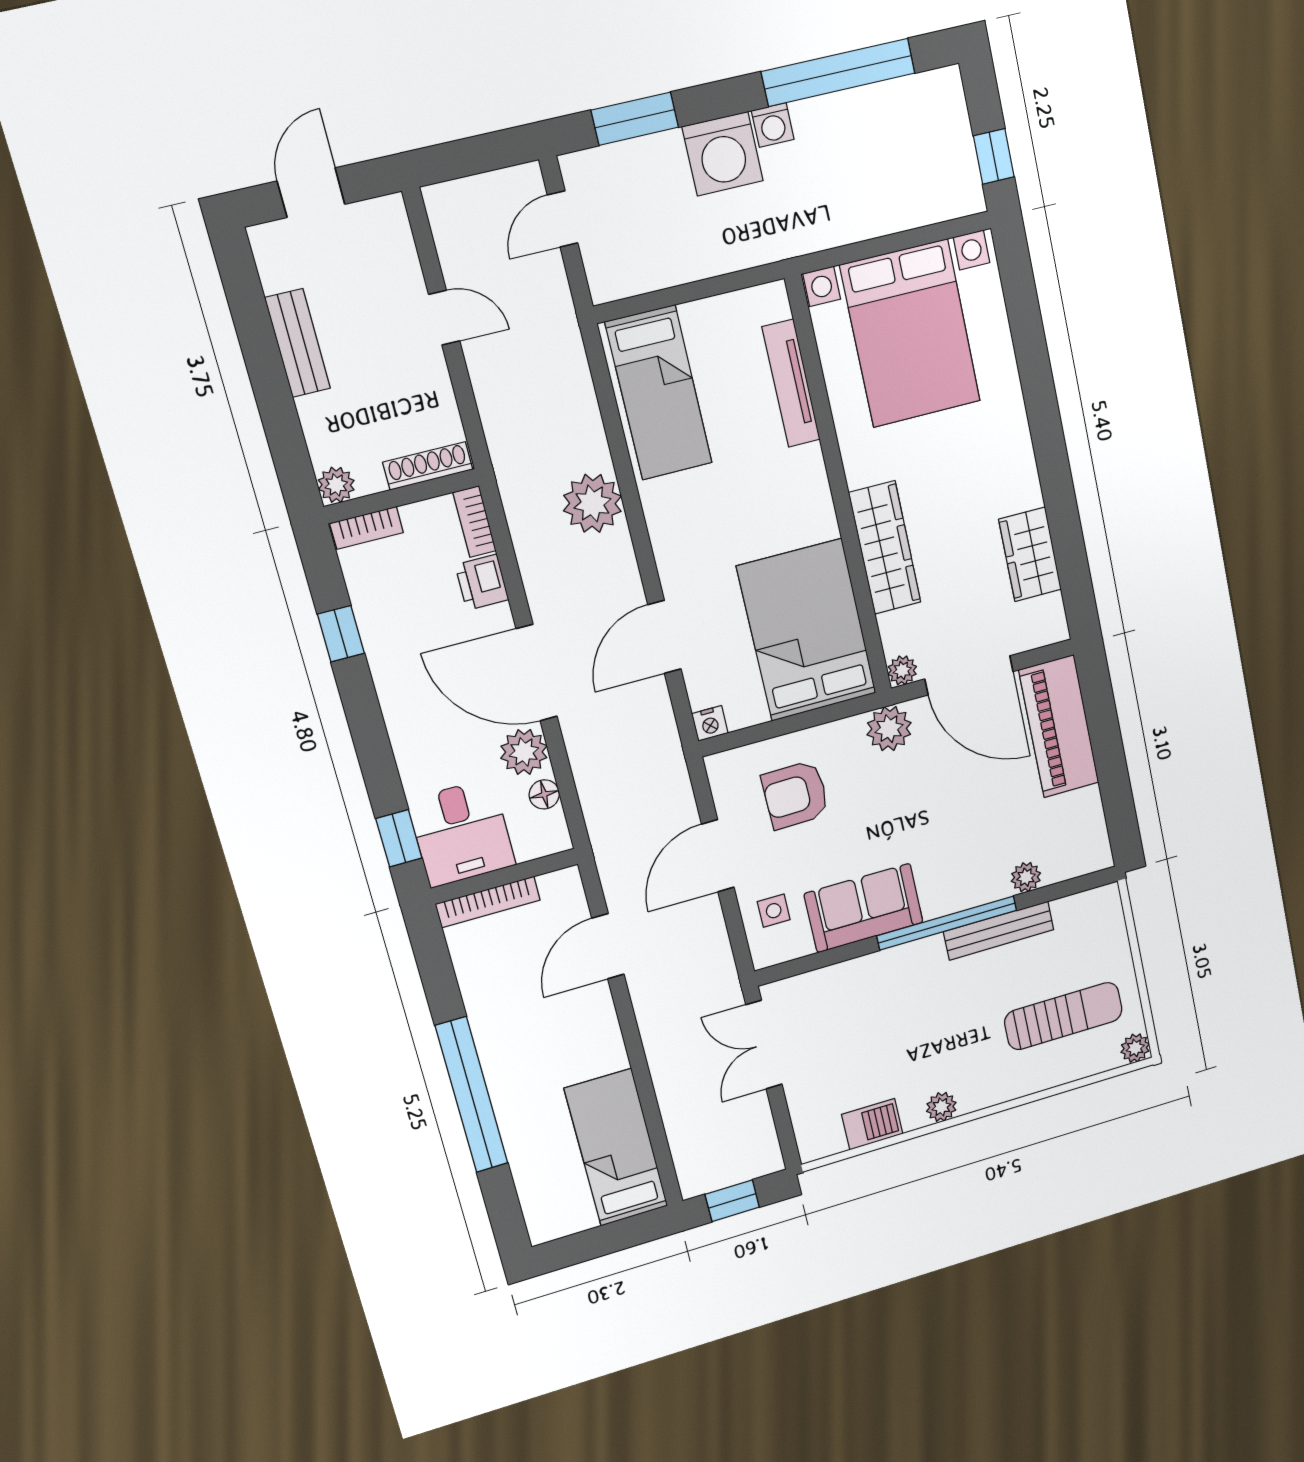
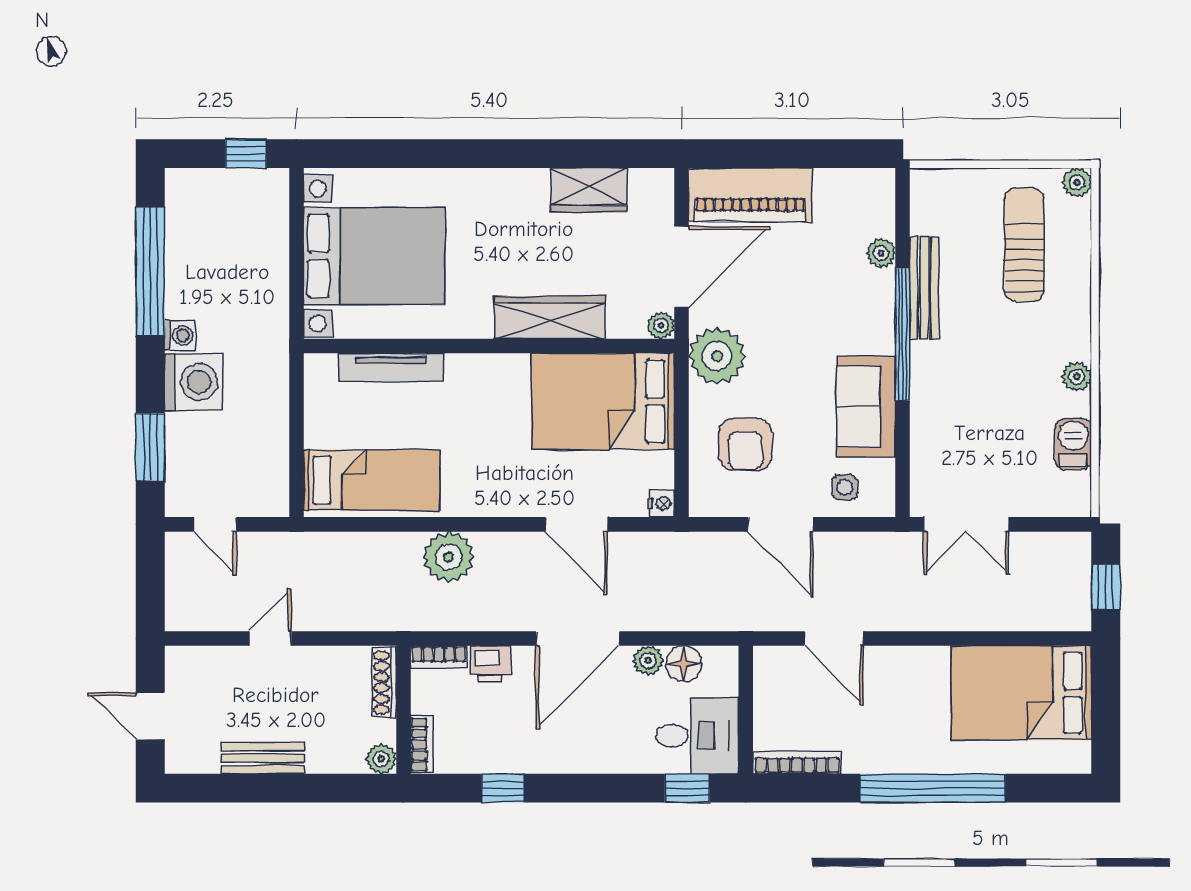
plant: (889, 729) -> (717, 356), width x1.36, depth x1.36
plant: (524, 752) -> (648, 661), width x0.73, depth x0.73
floor lamp: (544, 794) -> (684, 664), width x1.37, depth x1.37
bookcase: (488, 902) -> (797, 763), moved, turned -90
bed: (616, 1148) -> (1022, 693), width x1.50

